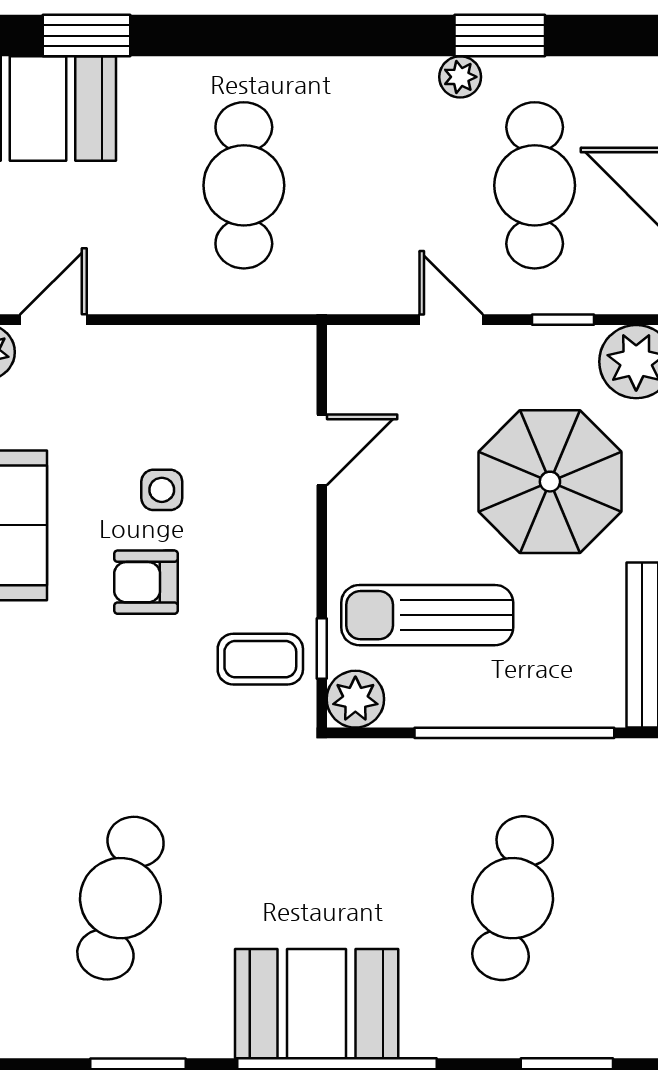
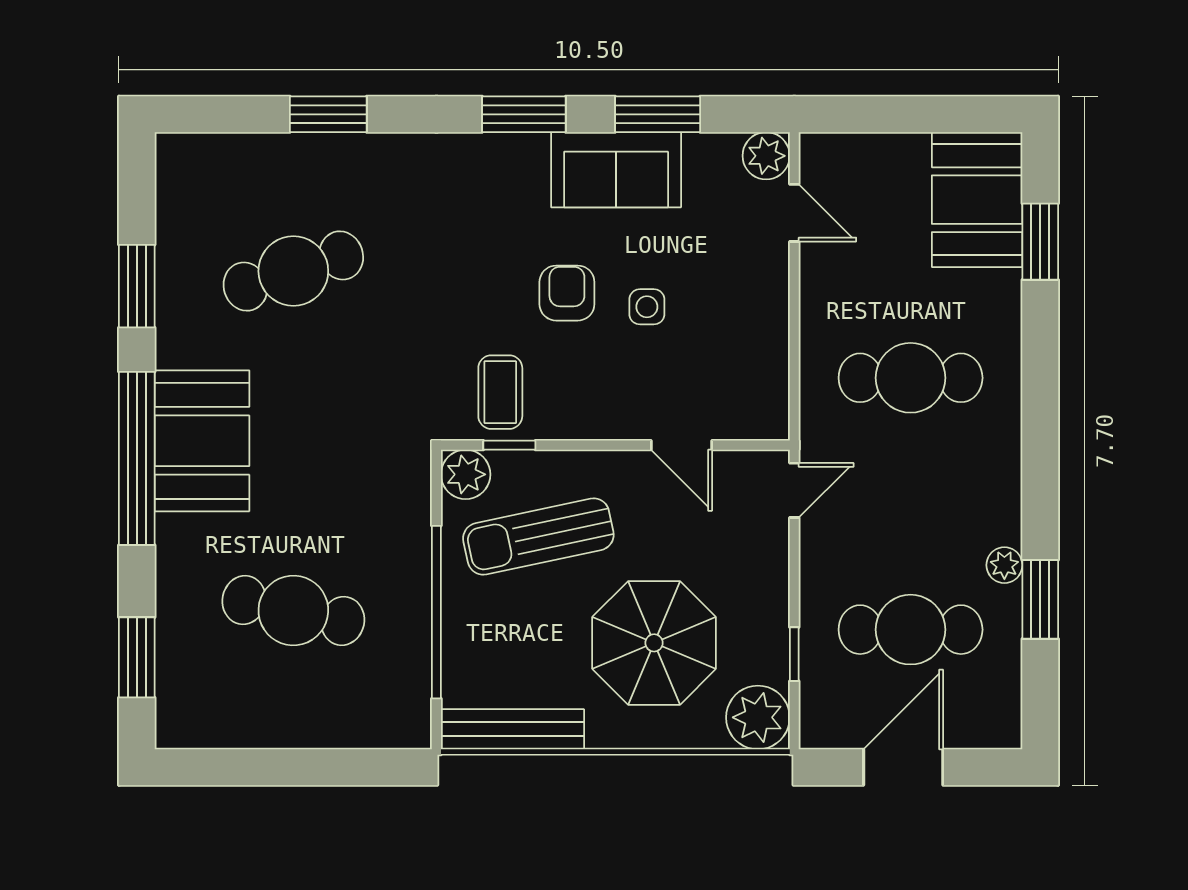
door: (451, 320) -> (794, 490), moved
sun lounger: (427, 615) -> (538, 537), turned -102
cafe table: (120, 898) -> (293, 271), turned -33

